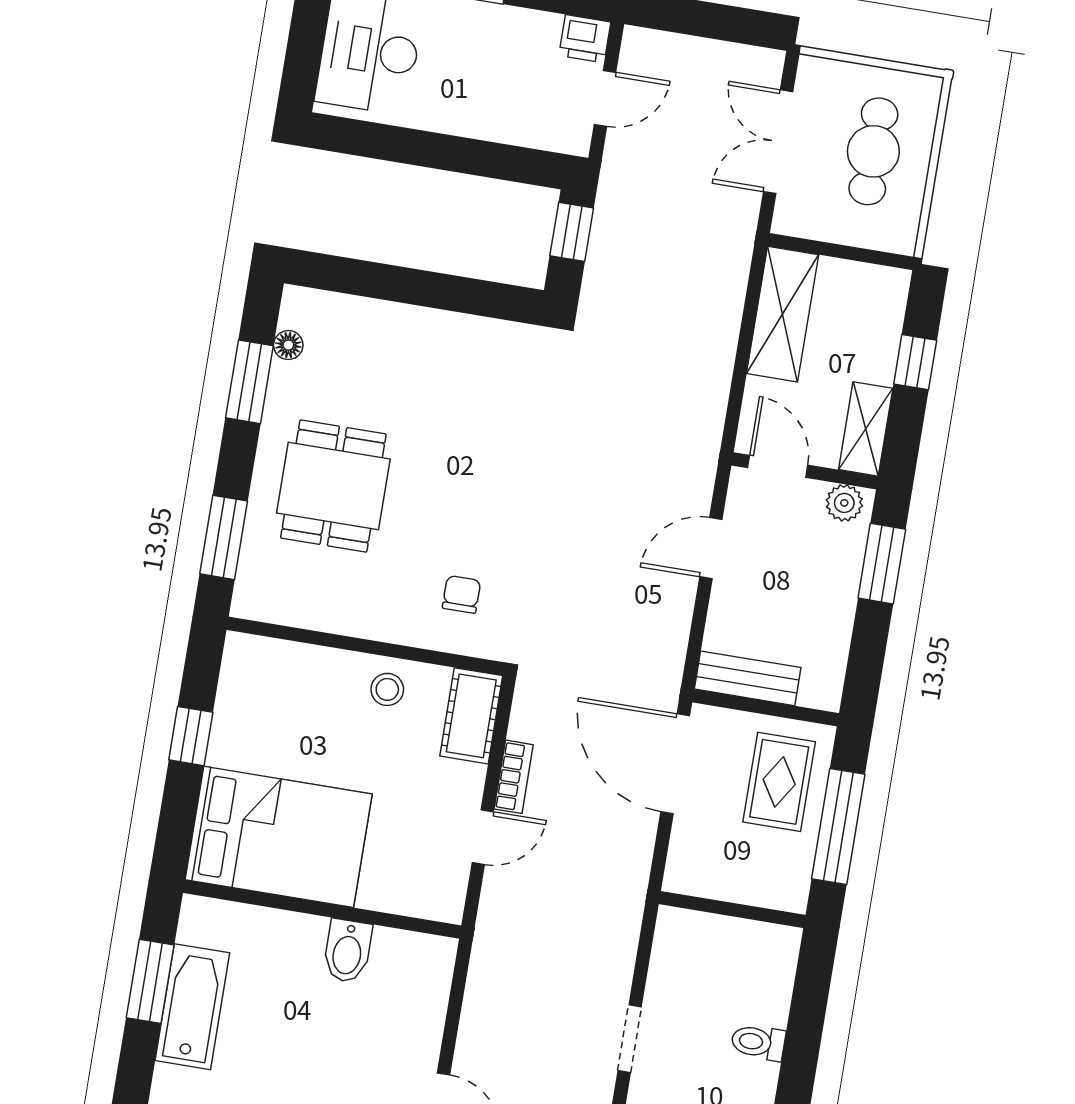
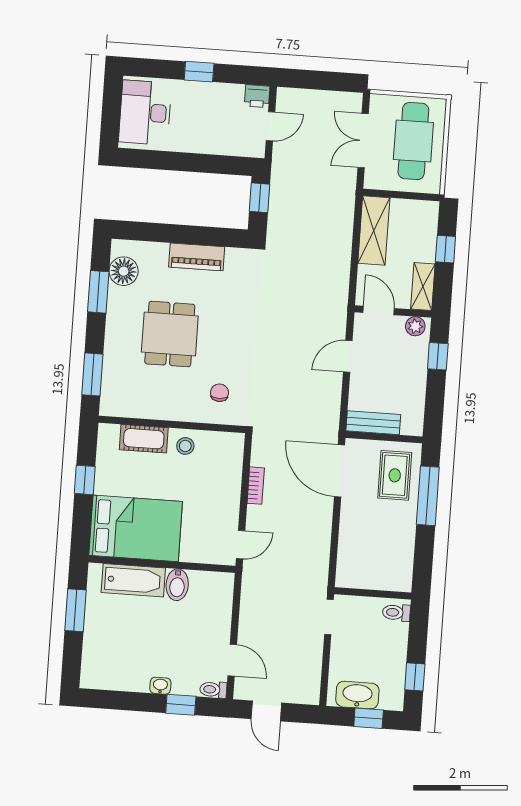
cafe table: (873, 151) -> (413, 141), width x1.37, depth x1.35
piano: (442, 333) -> (197, 257), added
floor lamp: (288, 345) -> (124, 271), width x1.89, depth x1.89
dining table: (333, 486) -> (170, 334), moved
window: (882, 564) -> (438, 356), width x0.67
cot: (471, 716) -> (144, 439), moved, turned 90
door: (483, 837) -> (241, 545), moved
wall: (732, 909) -> (373, 593), moved
bathtub: (192, 1007) -> (133, 580), moved, turned 90

